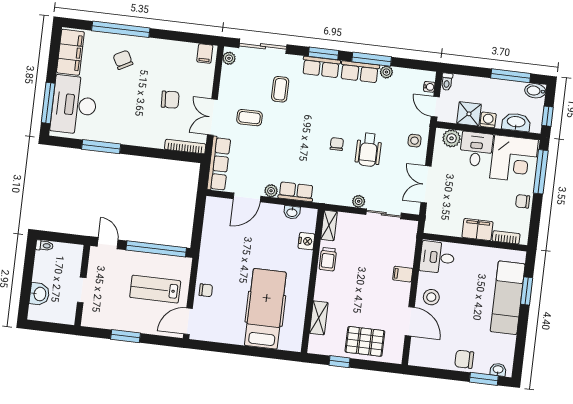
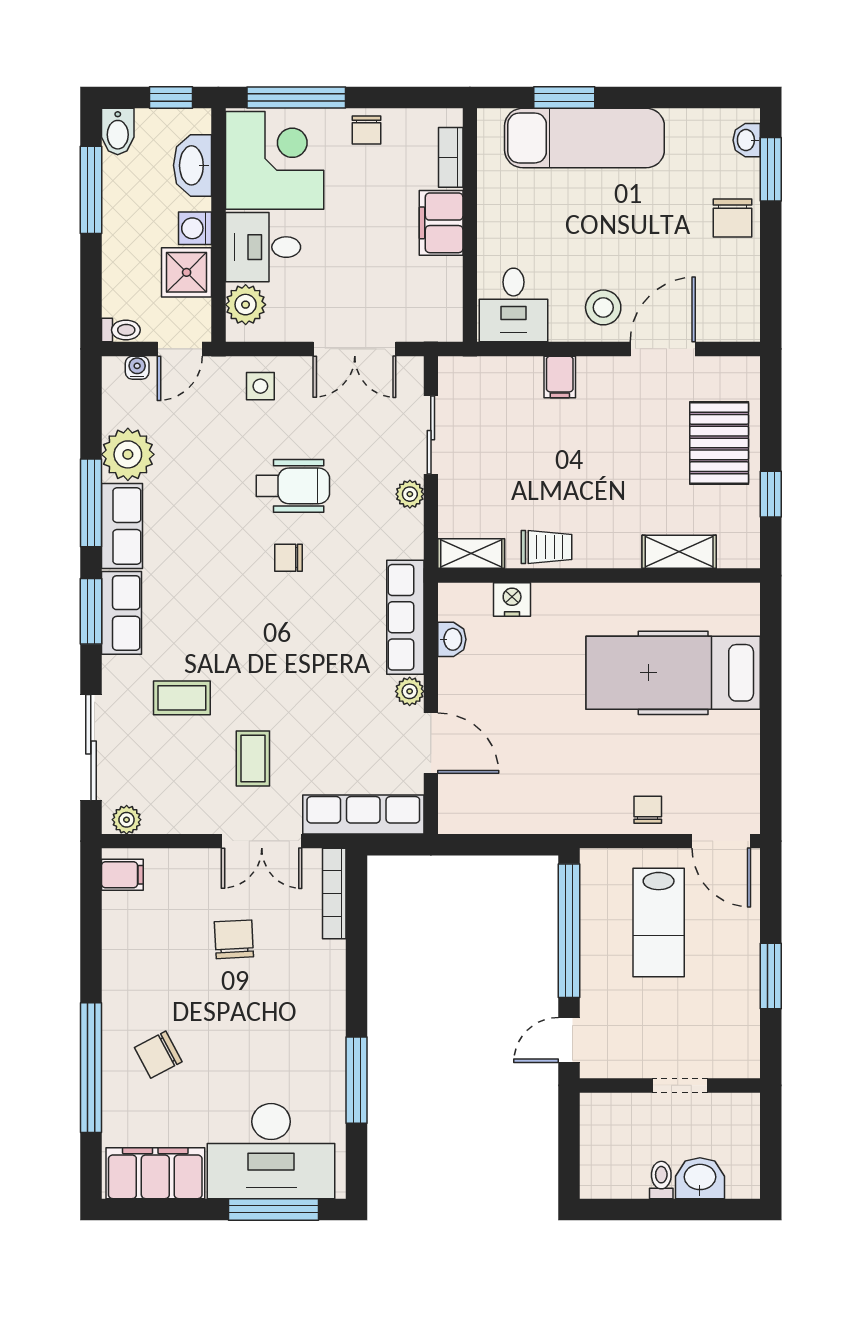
plant: (386, 72) -> (128, 454), width x1.88, depth x1.88
row of seats: (296, 192) -> (405, 617), width x1.48
toilet: (44, 246) -> (661, 1180), moved

